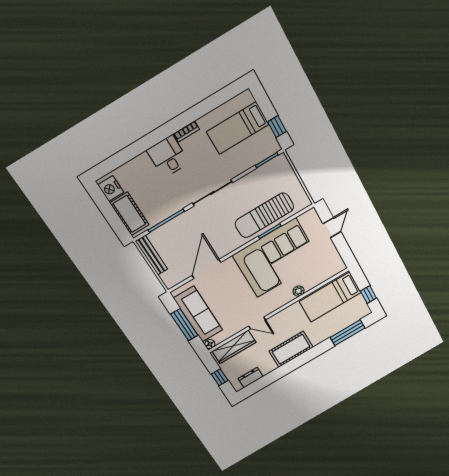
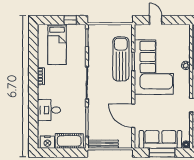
desk: (168, 157) -> (49, 110), moved
sun lounger: (264, 215) -> (121, 59), turned 180

